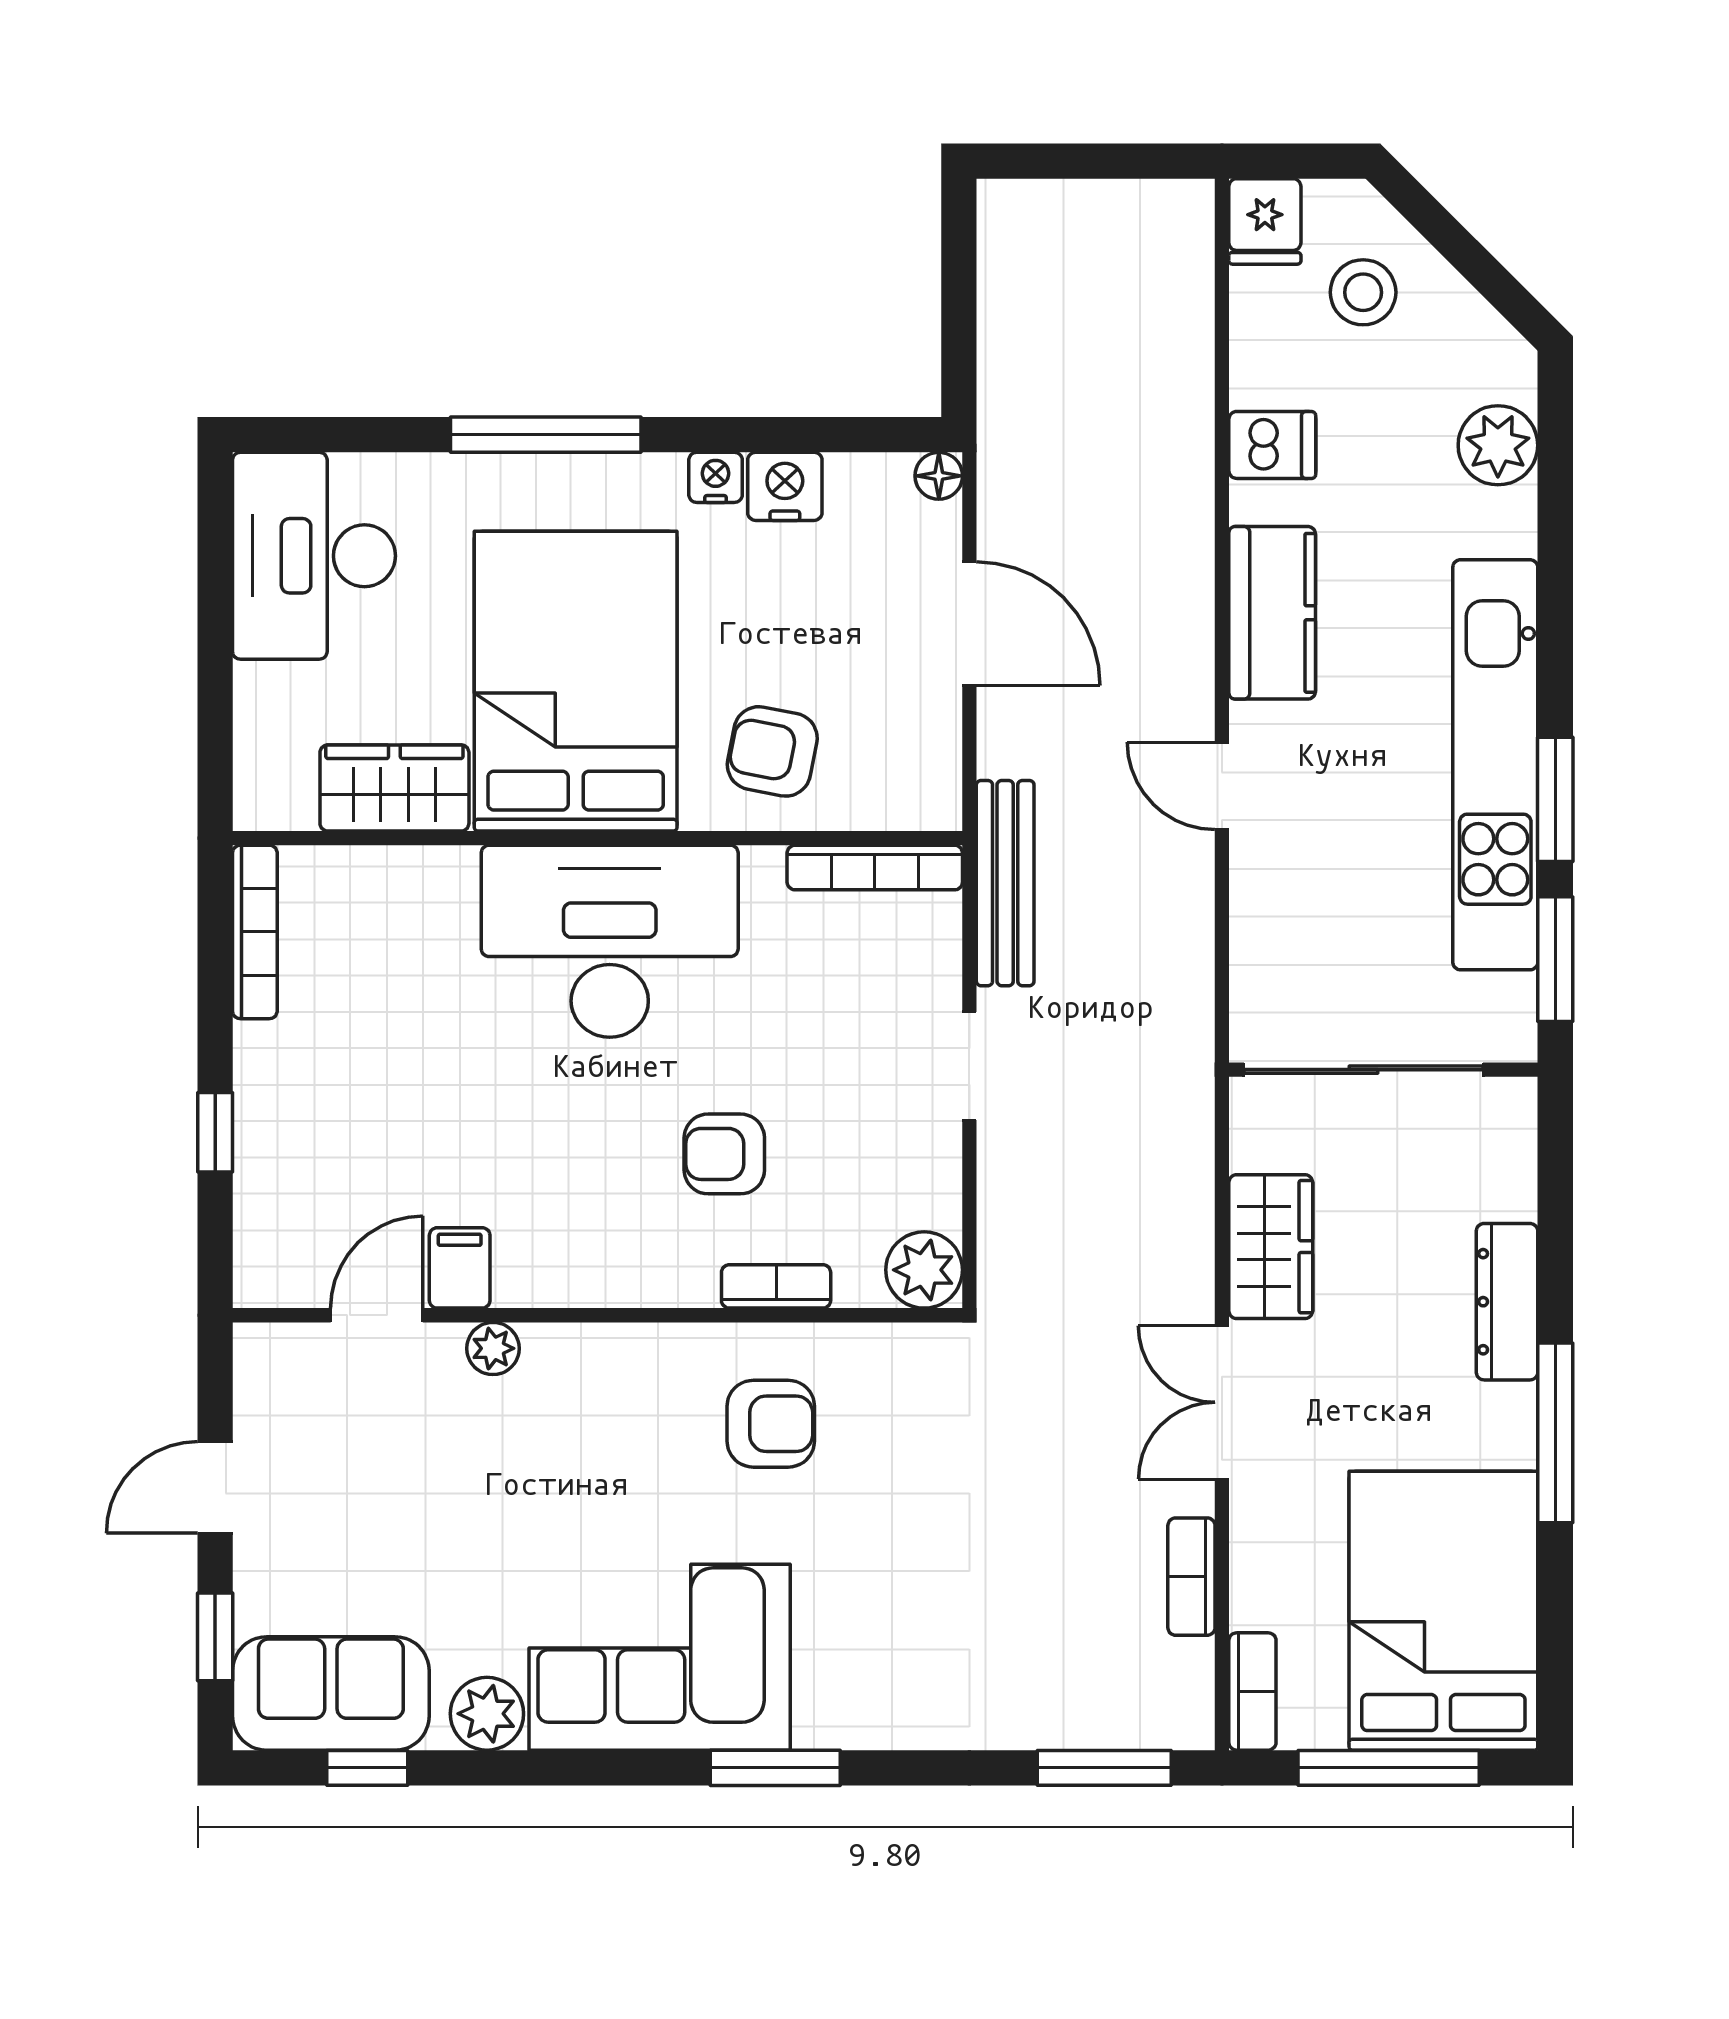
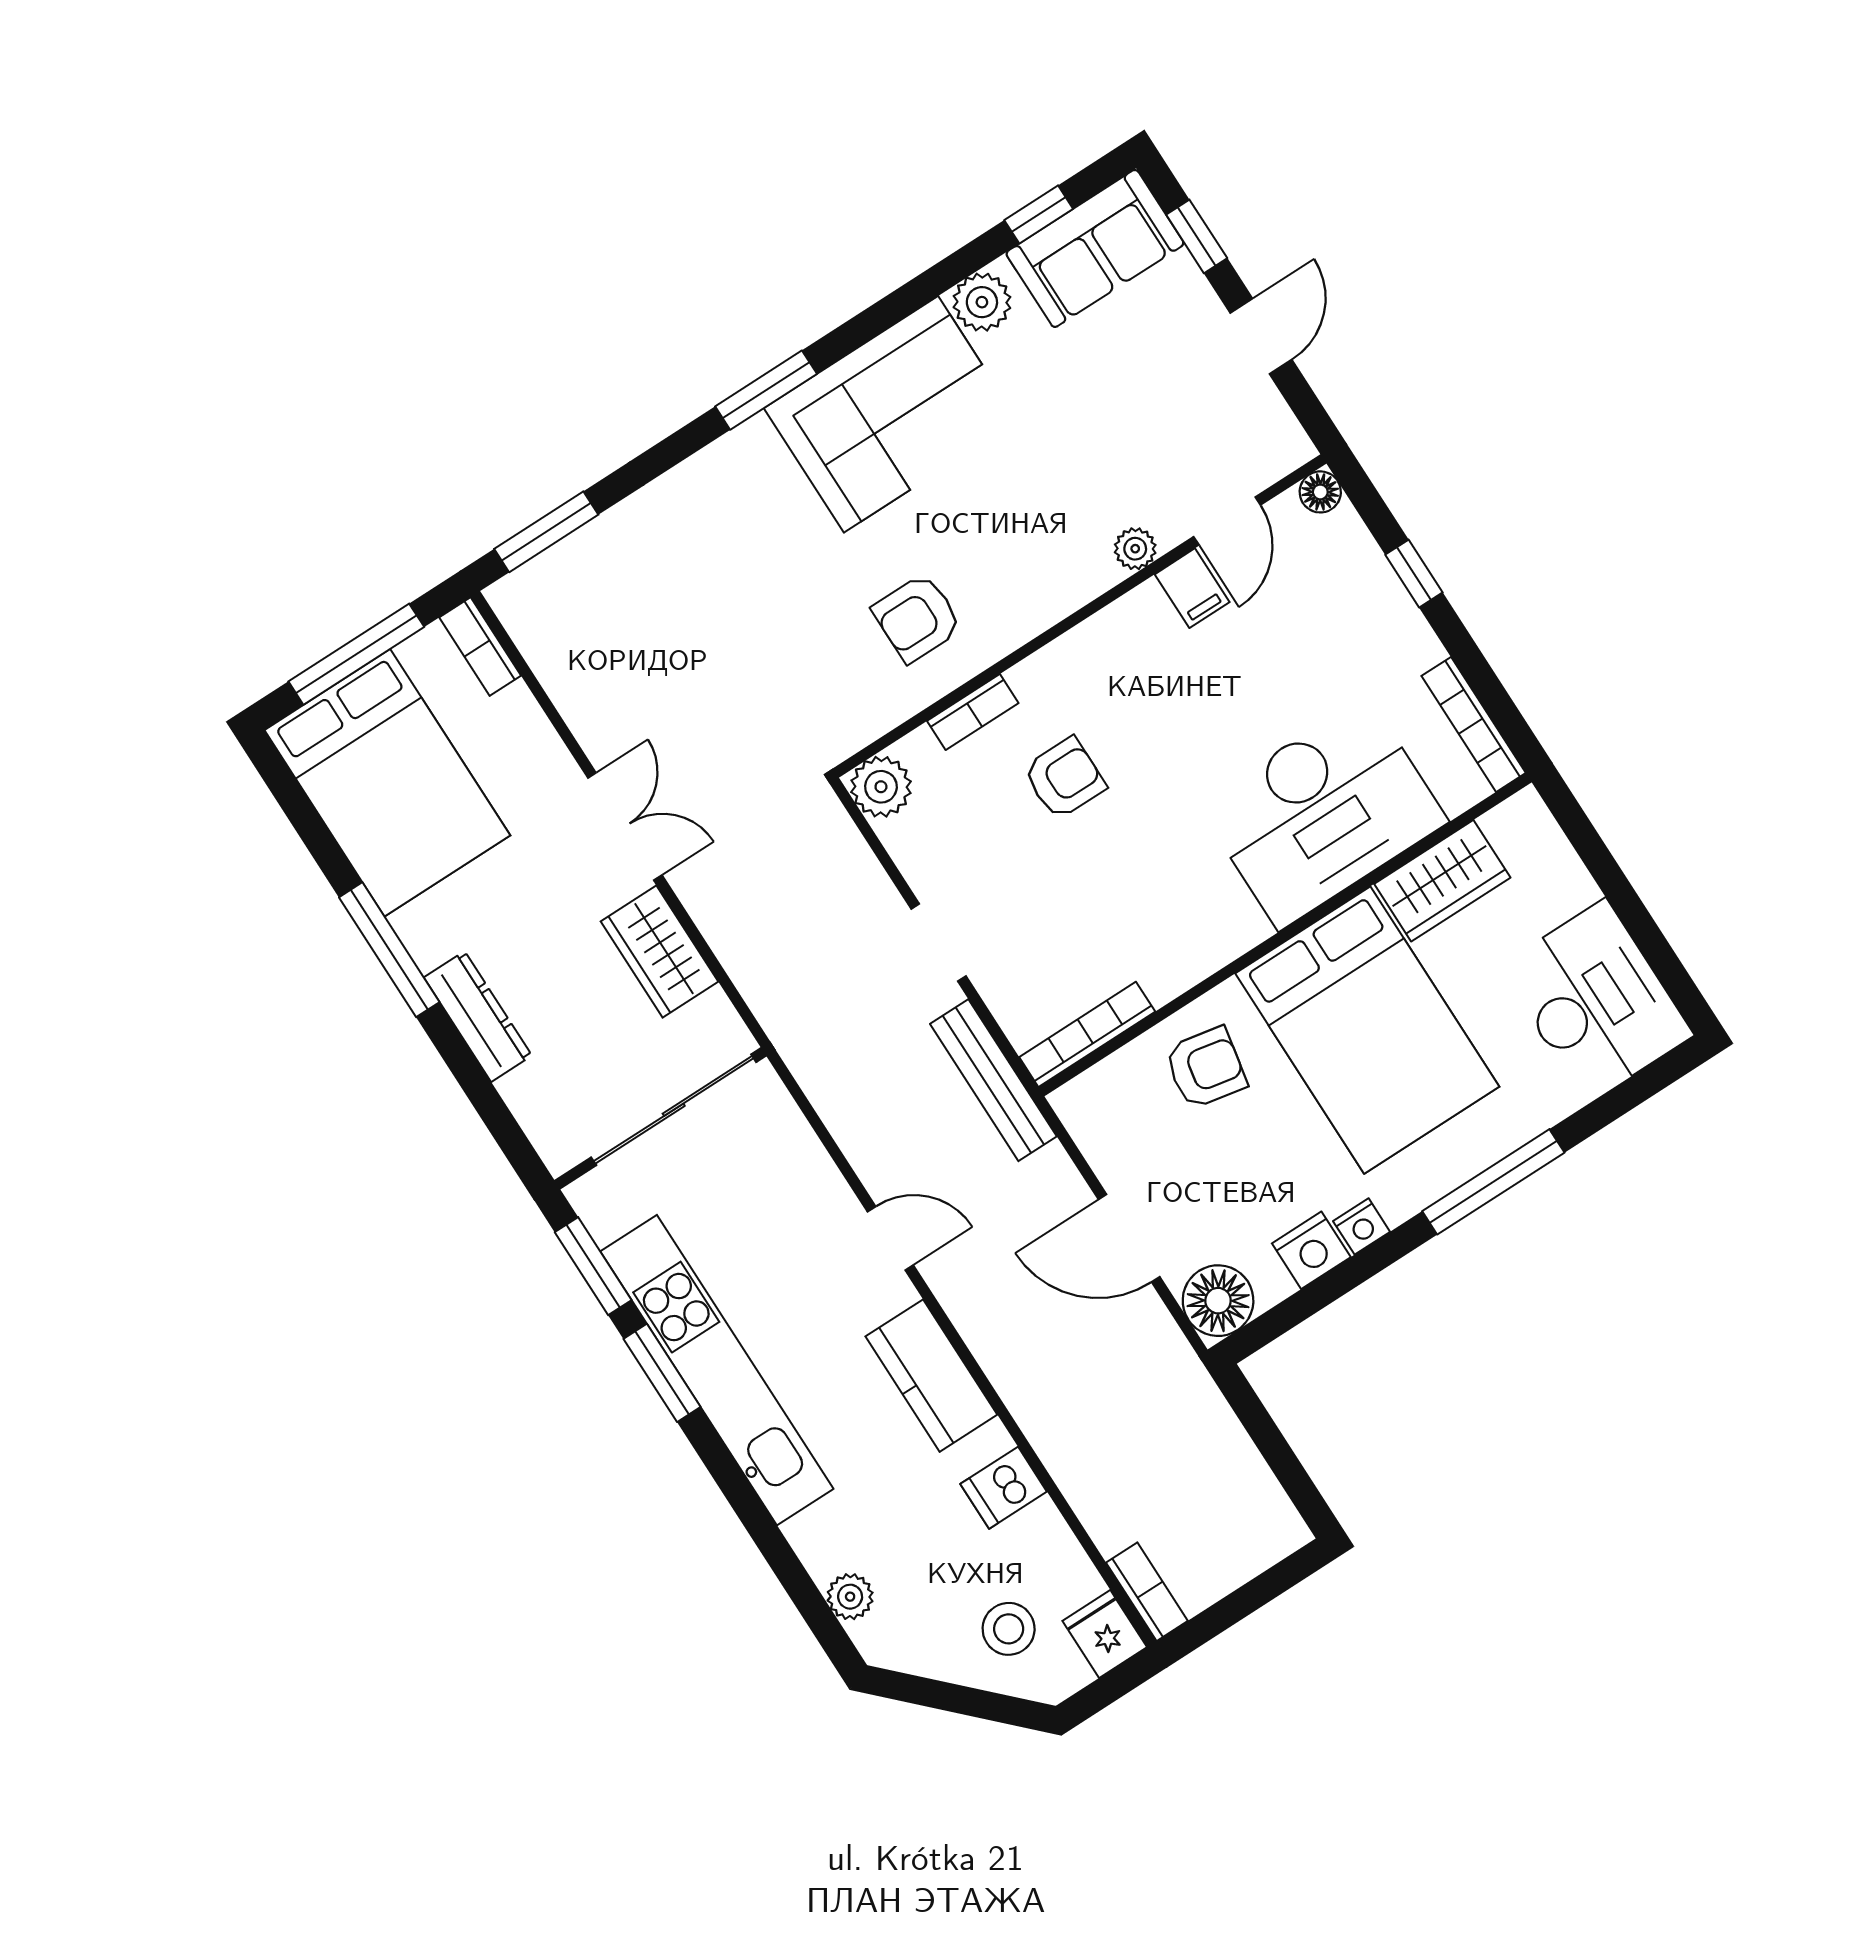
plant: (1498, 445) -> (850, 1597), width x0.73, depth x0.73
floor lamp: (939, 476) -> (1218, 1301), width x1.89, depth x1.89
desk: (610, 941) -> (1323, 813), moved
floor lamp: (259, 1282) -> (1320, 492), added
bookcase: (1191, 1577) -> (1147, 1592), moved

